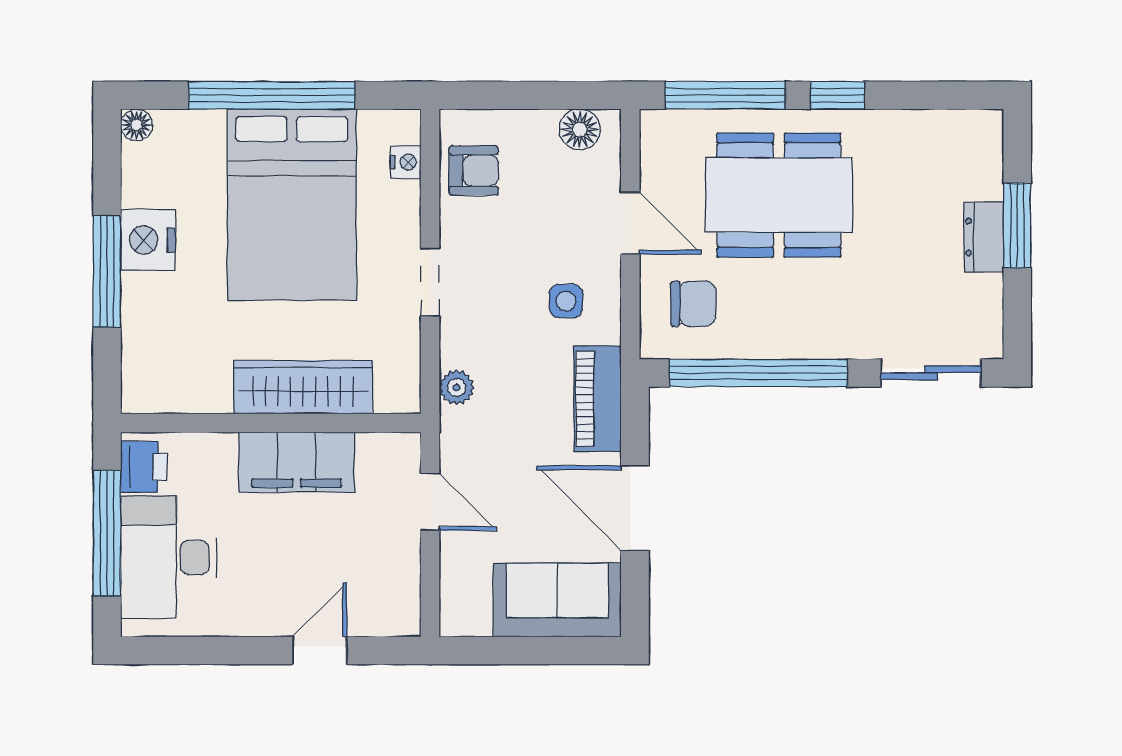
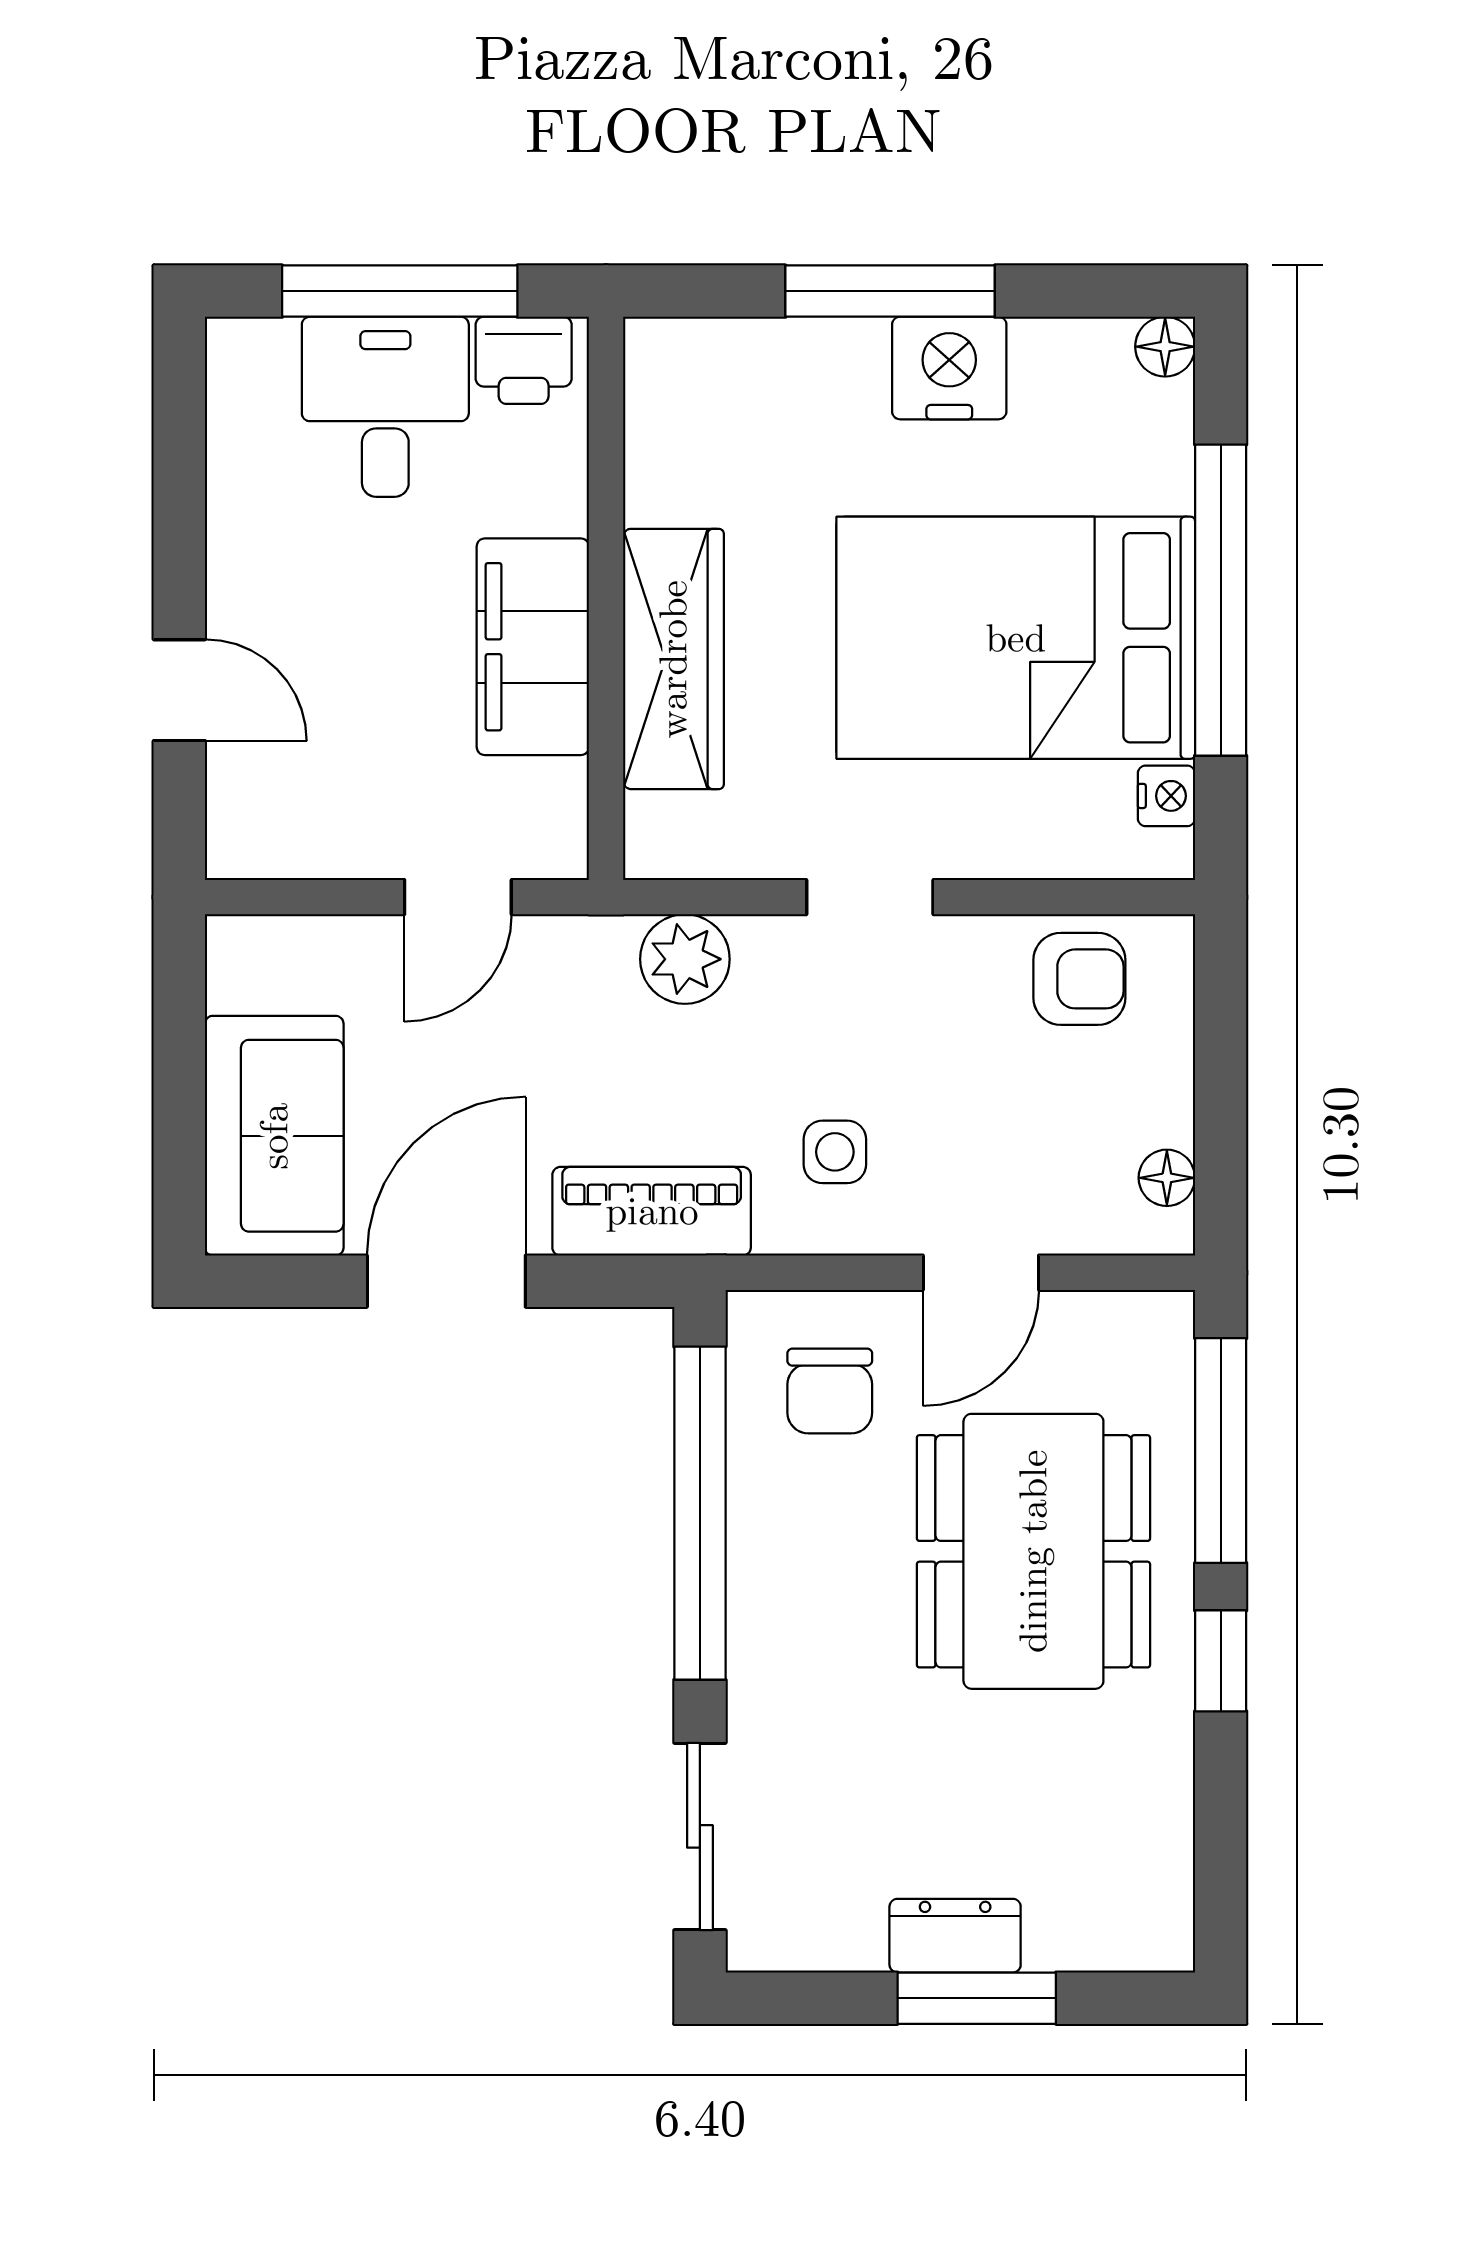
floor lamp: (580, 130) -> (1167, 1178), width x0.73, depth x0.73
nightstand: (406, 162) -> (1166, 796), moved, turned -90
armchair: (474, 171) -> (1079, 979), turned -90
plant: (457, 387) -> (685, 959), width x1.38, depth x1.38
desk: (169, 557) -> (385, 407), width x0.73

